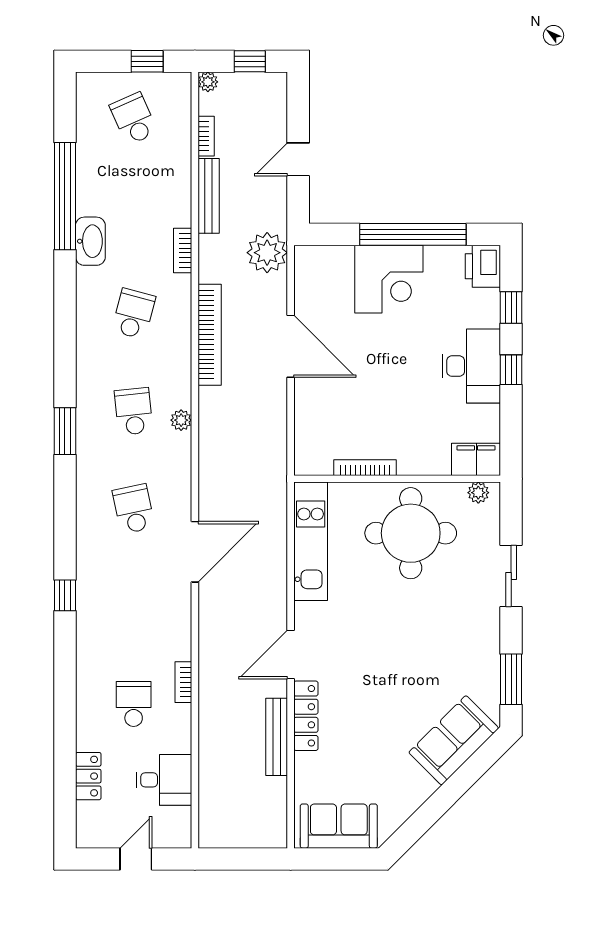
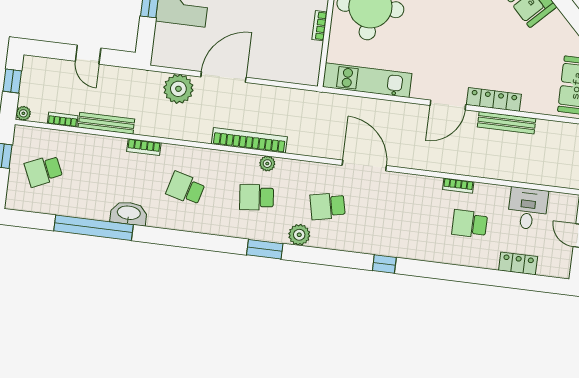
plant: (267, 253) -> (178, 89), moved
bookcase: (210, 335) -> (249, 140), moved
bookcase: (365, 468) -> (320, 26), width x0.64
plant: (90, 475) -> (299, 235), added
door: (291, 654) -> (448, 105), hinge flipped

